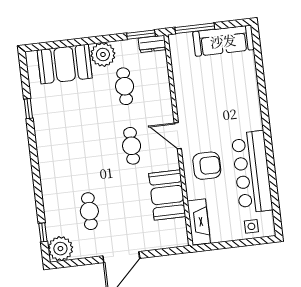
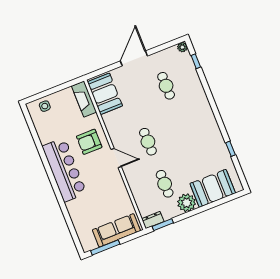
window: (195, 28) -> (105, 247), moved
sofa: (223, 41) -> (116, 230), moved
bar counter: (252, 172) -> (64, 170), moved
booth: (167, 195) -> (105, 94), moved
plant: (60, 249) -> (182, 47), width x0.53, depth x0.53

